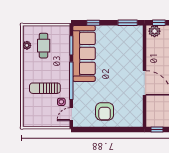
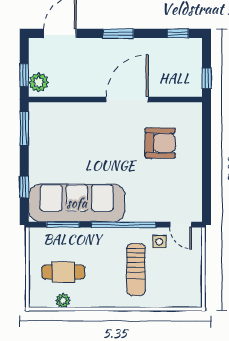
armchair: (105, 111) -> (160, 143), moved

